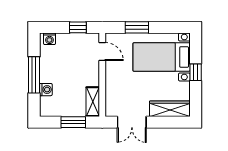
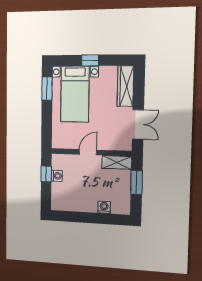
window: (137, 27) -> (47, 88), moved
washing machine: (49, 39) -> (57, 176), moved
door: (102, 52) -> (88, 152), moved
window: (34, 75) -> (90, 218), removed

